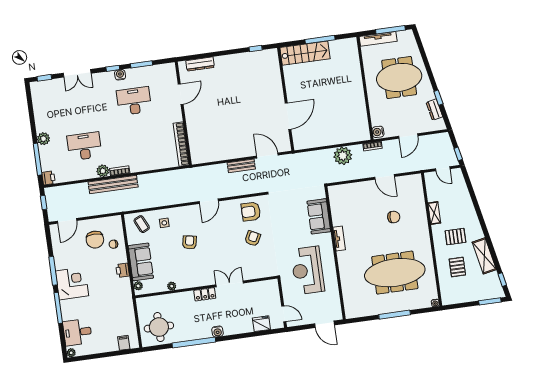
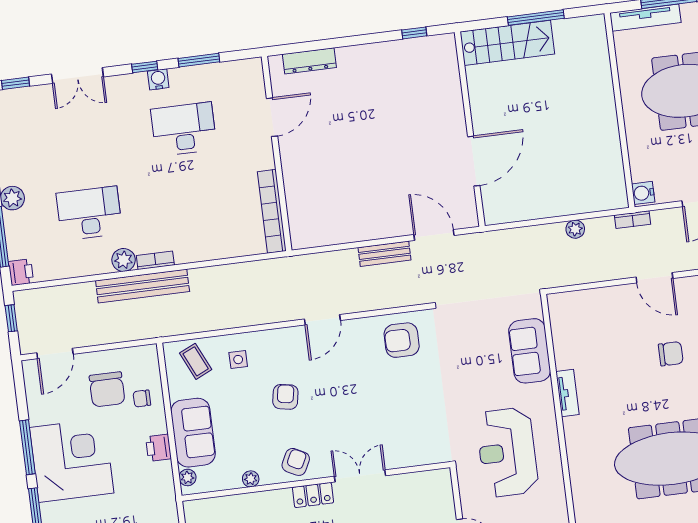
plant: (343, 156) -> (575, 229), width x0.53, depth x0.53
armchair: (253, 238) -> (296, 462), moved
corner desk: (72, 283) -> (72, 460), width x1.36, depth x1.36

